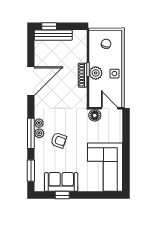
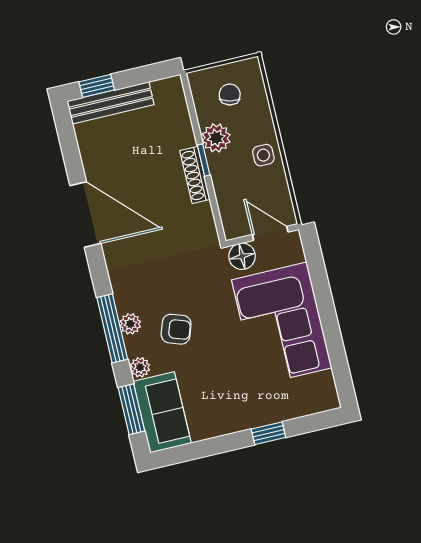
plant: (96, 73) -> (216, 138), moved
door: (31, 81) -> (85, 215), hinge flipped
plant: (39, 123) -> (140, 367), moved
corner sofa: (105, 167) -> (282, 324), moved
sofa: (61, 182) -> (162, 412), moved, turned 90
window: (62, 195) -> (268, 433), moved

